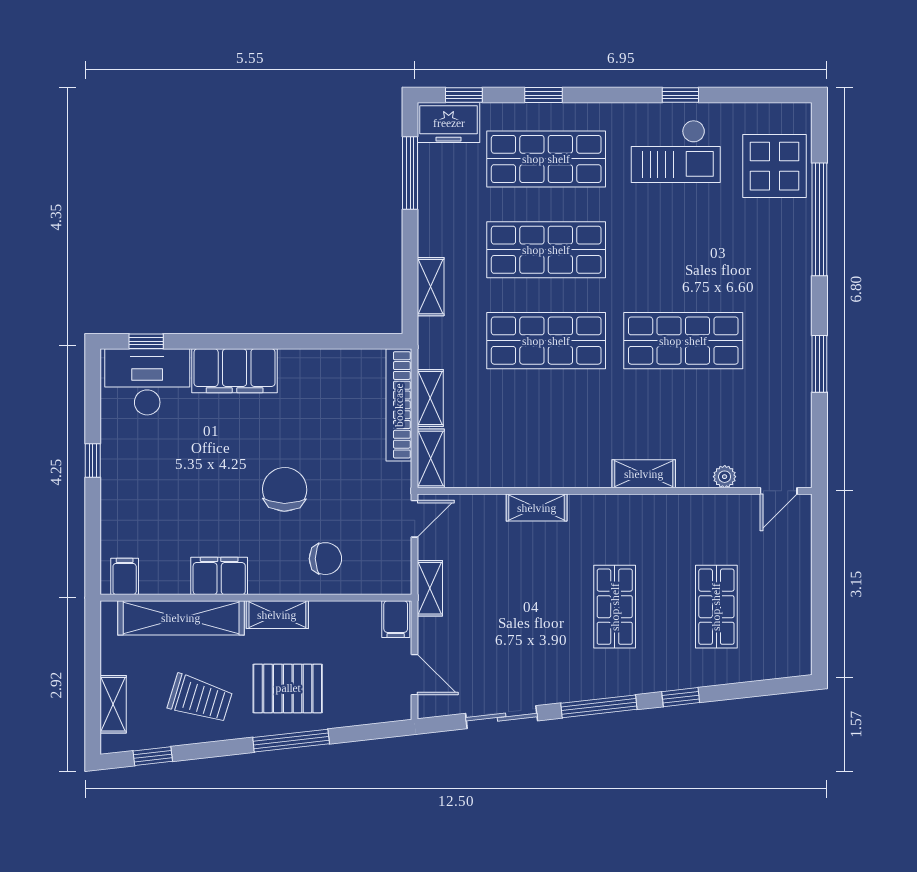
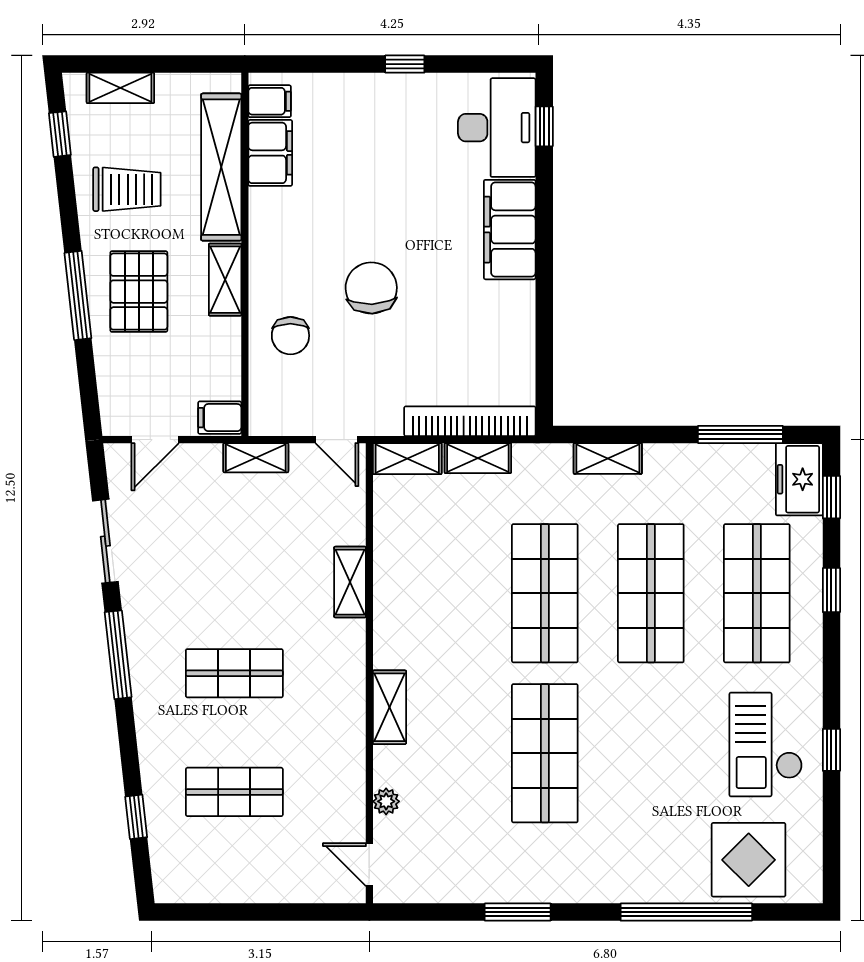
chair: (285, 489) -> (371, 288), turned -93
filing cabinet: (219, 576) -> (270, 153), moved
window: (681, 697) -> (136, 817), moved
trolley: (200, 699) -> (127, 189), turned -107

